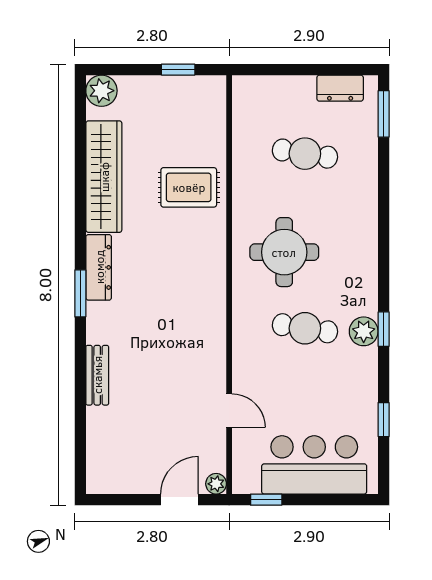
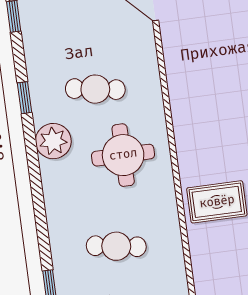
plant: (364, 331) -> (53, 141), moved, width x1.36, depth x1.36

